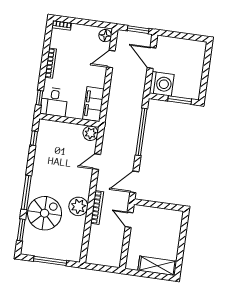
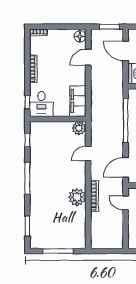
window: (26, 192) -> (27, 178), moved
spiral stairs: (45, 213) -> (47, 208), removed

